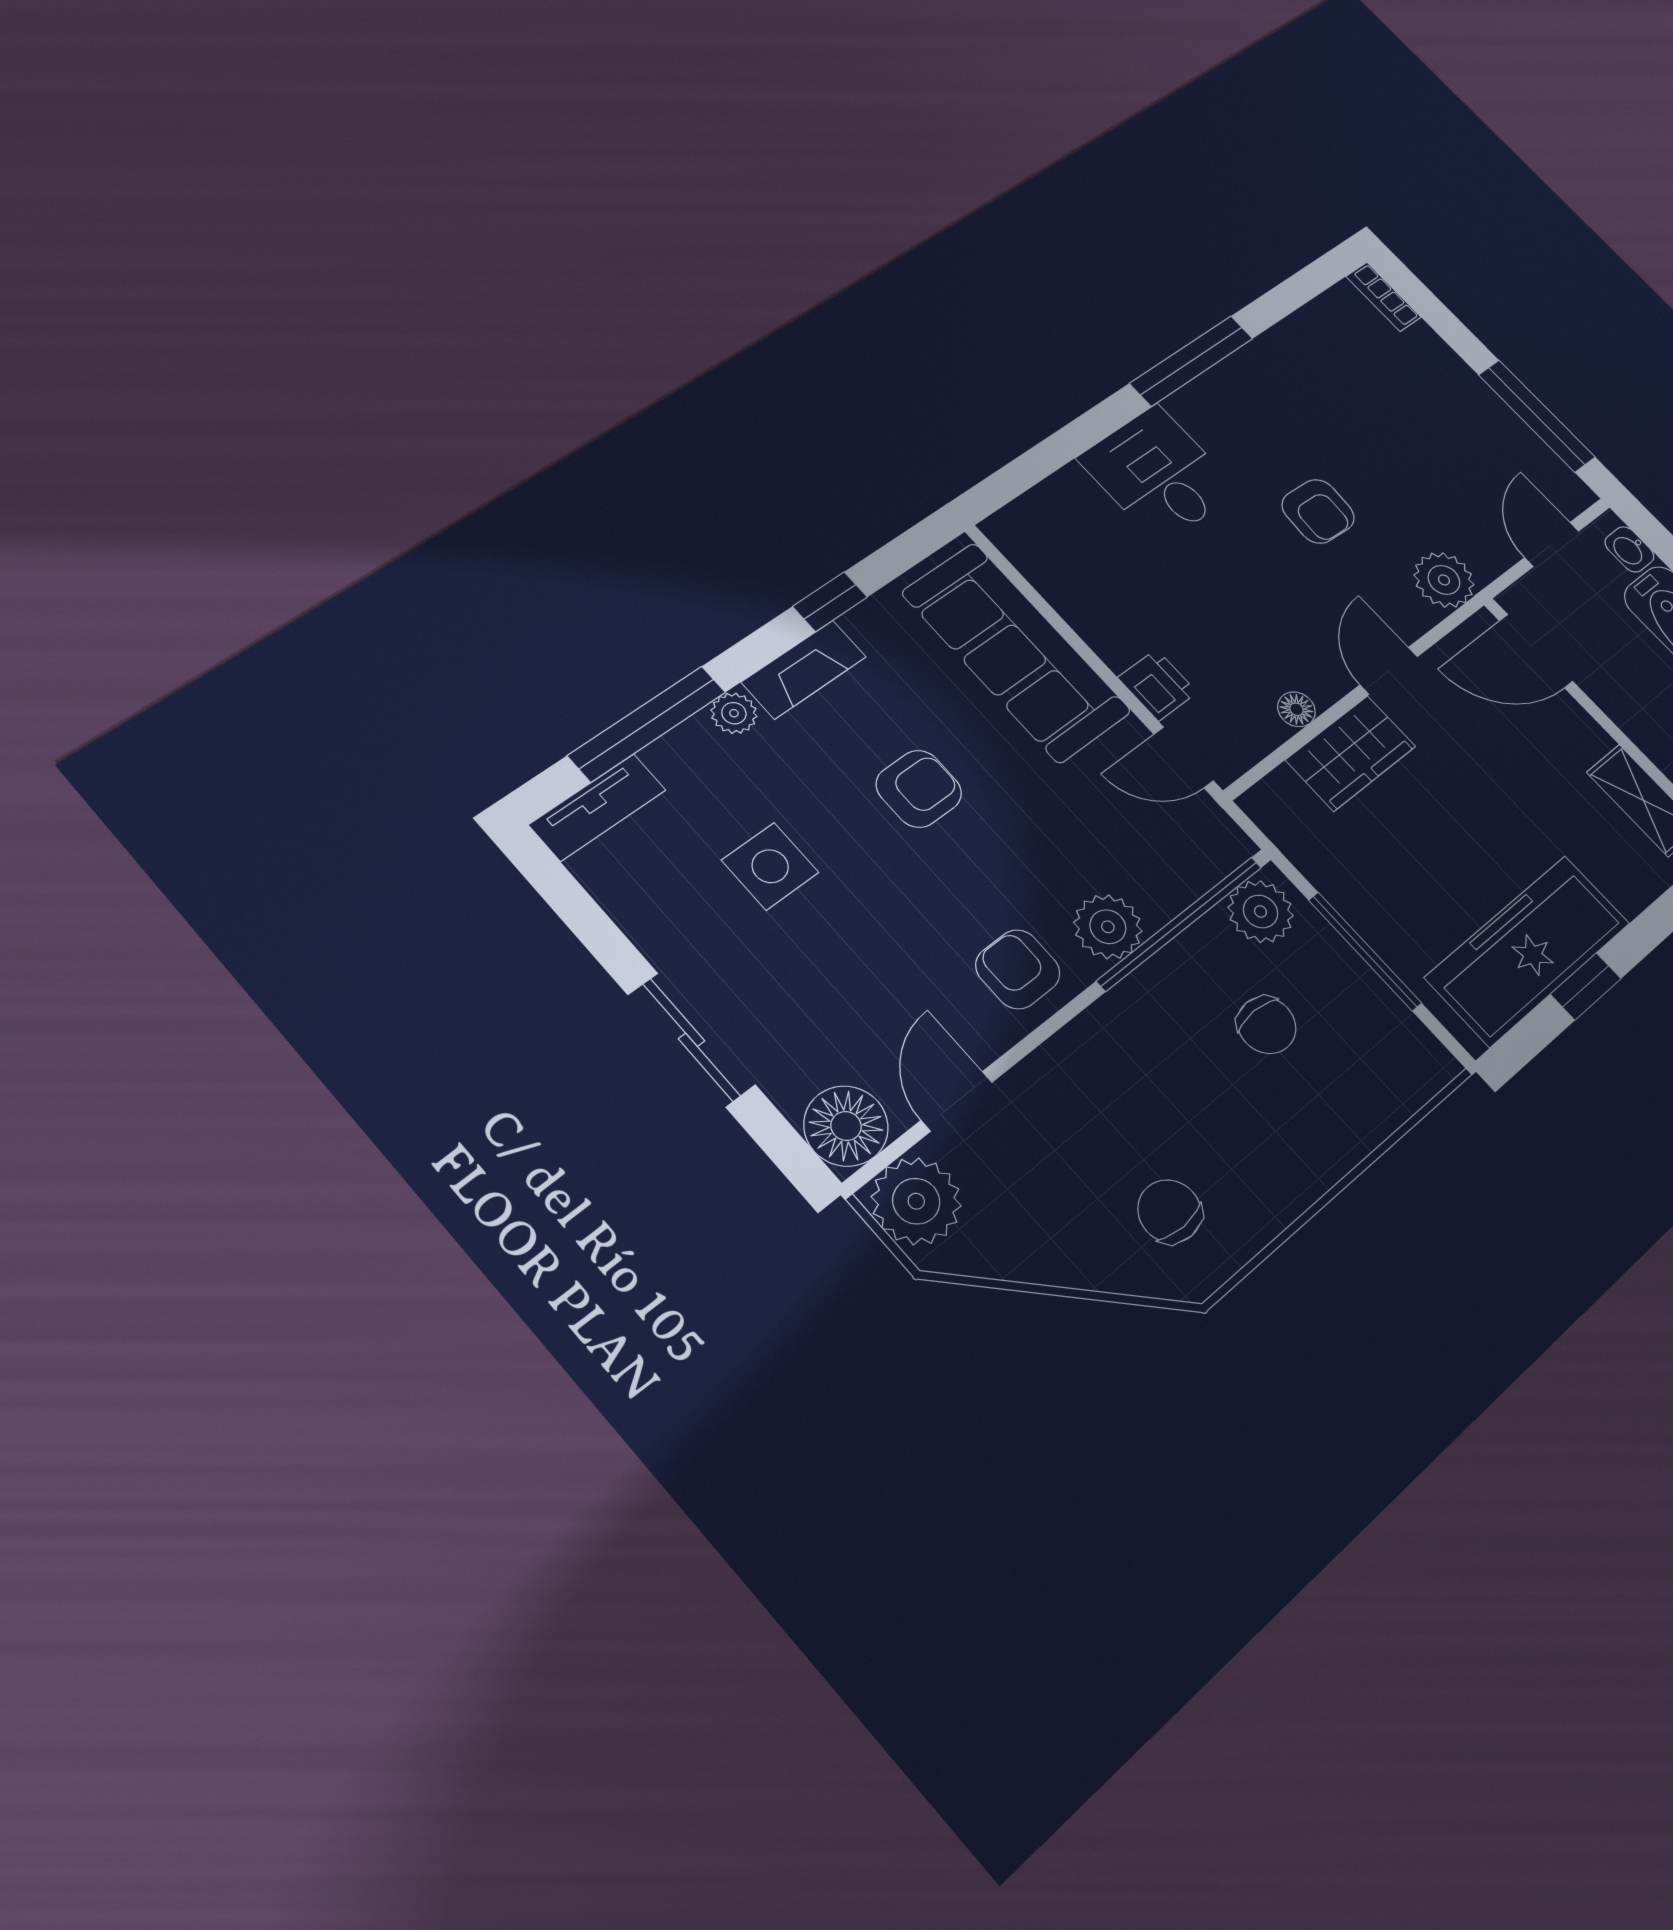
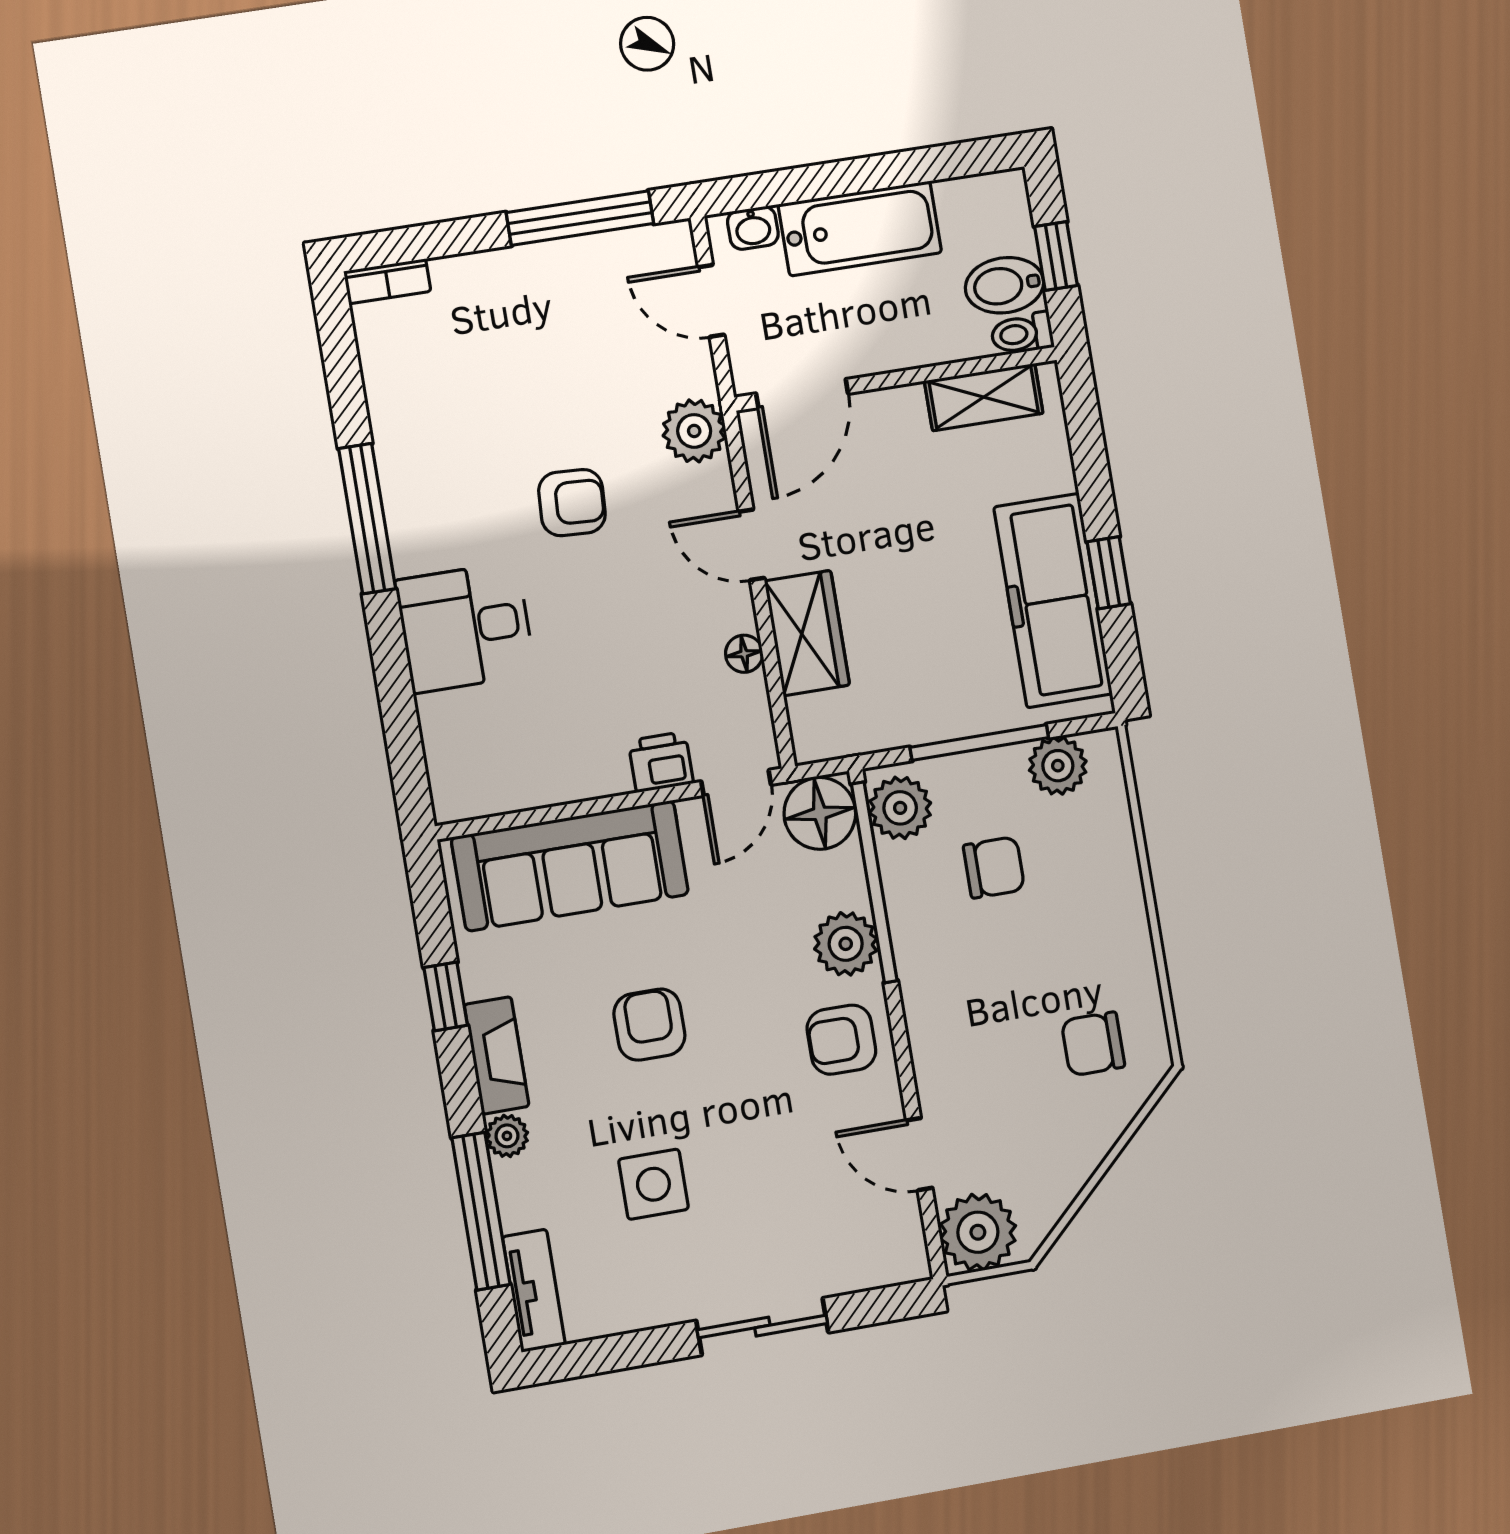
plant: (1395, 1034) -> (1058, 766), added
floor lamp: (846, 1126) -> (820, 813), moved

